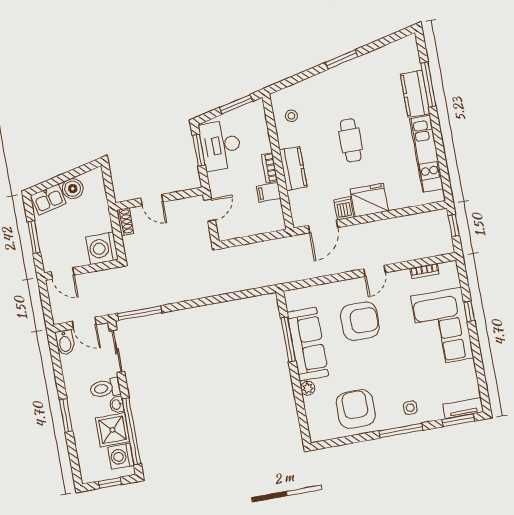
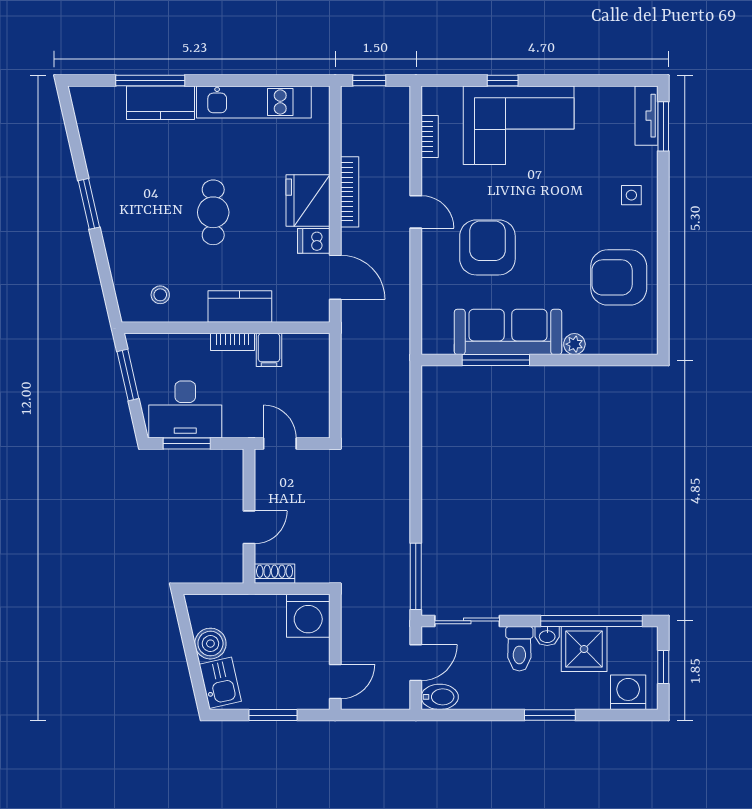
cafe table: (351, 140) -> (213, 212), turned 90
bookcase: (380, 226) -> (350, 192), added
window: (401, 431) -> (663, 215), removed
washing machine: (121, 456) -> (628, 692), moved, turned 180

